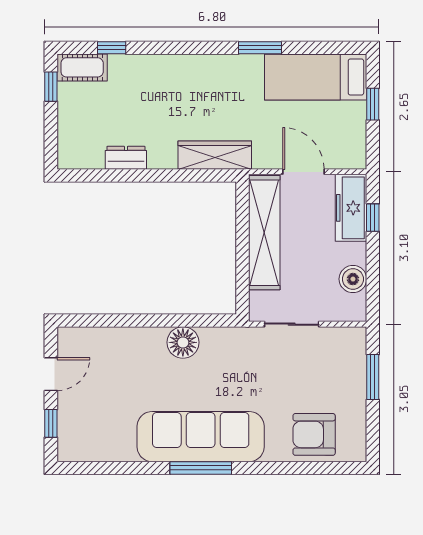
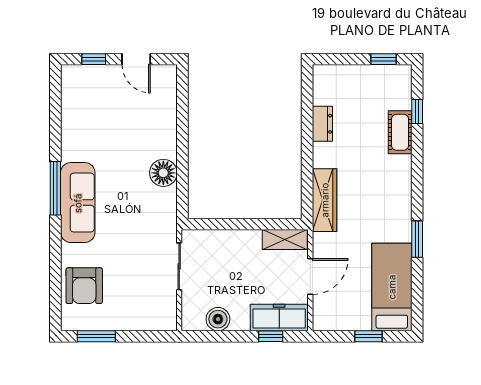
cot: (82, 67) -> (400, 132), moved
shelving: (264, 233) -> (285, 239), width x0.45, depth x0.75
window: (373, 377) -> (96, 336), moved
armchair: (314, 434) -> (84, 286), turned 180
sofa: (201, 437) -> (78, 203), width x0.74, depth x0.79

